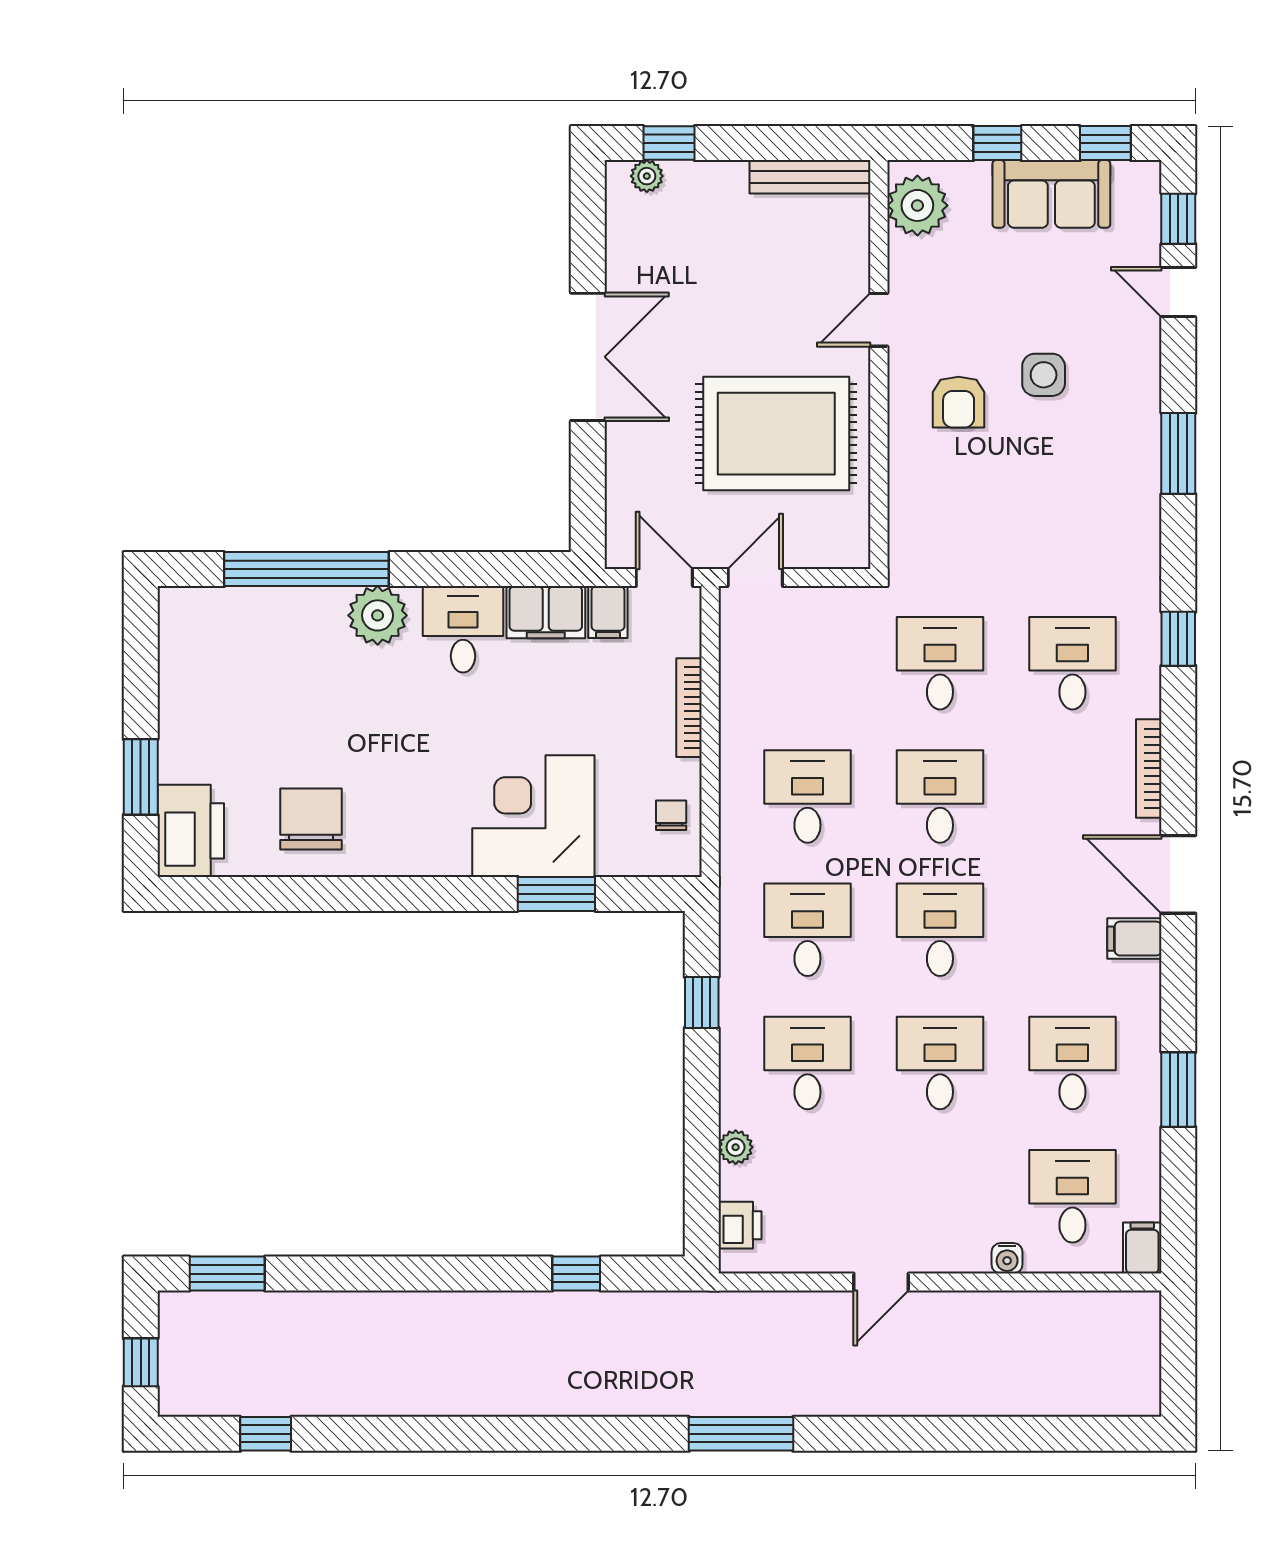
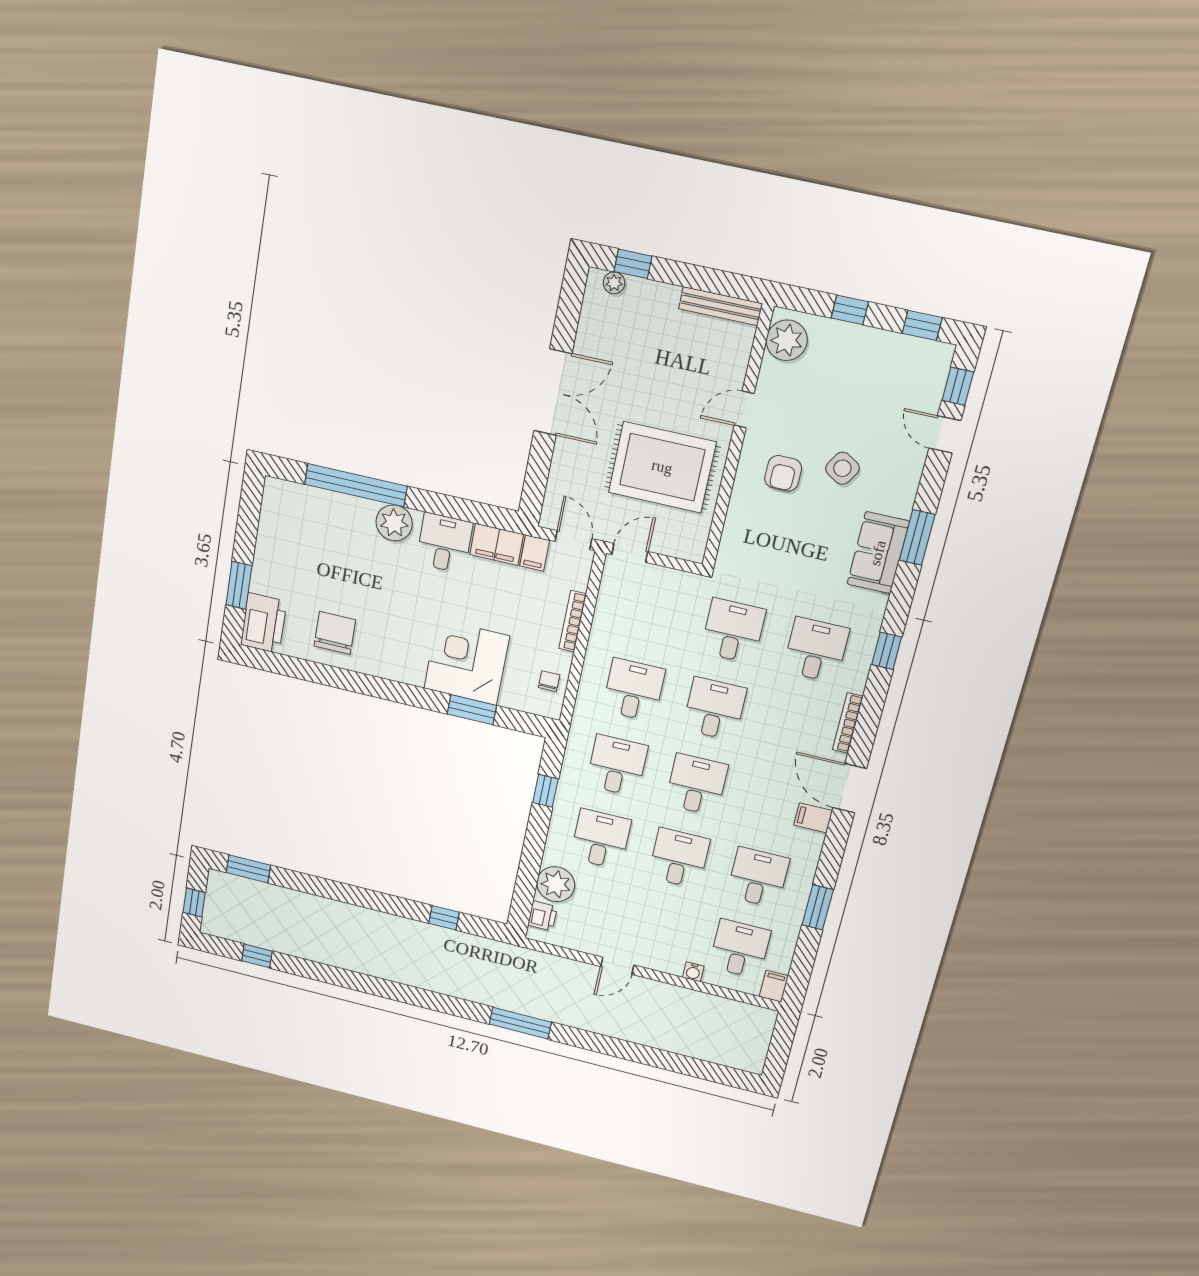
sofa: (1051, 194) -> (878, 553), moved, turned 90
side table: (1044, 375) -> (842, 468), turned 31
plant: (736, 1147) -> (556, 884), width x1.88, depth x1.88

